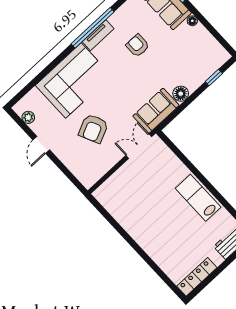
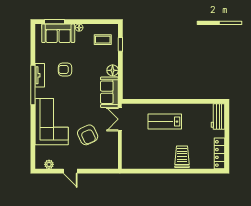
tv unit: (98, 35) -> (40, 75), moved
coffee table: (202, 55) -> (103, 40), added
lab bench: (198, 198) -> (165, 122), moved
trolley: (159, 243) -> (182, 157), added

